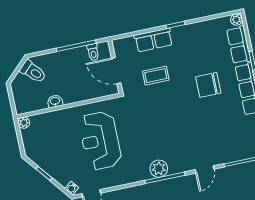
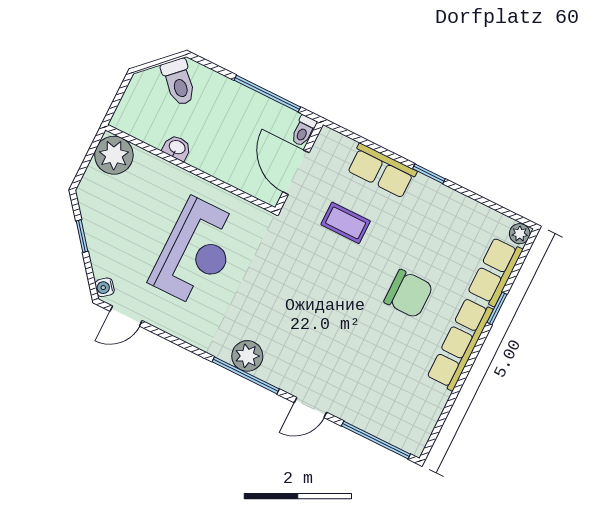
toilet: (93, 52) -> (303, 131), moved
chair: (208, 85) -> (408, 294), turned 180
plant: (24, 123) -> (114, 155), width x1.88, depth x1.88
reception desk: (100, 141) -> (196, 252), turned 180

